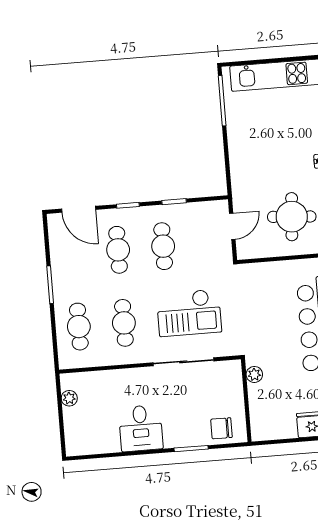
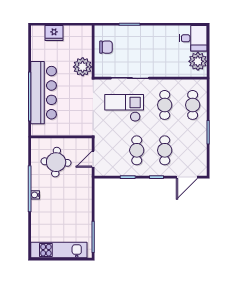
door: (79, 209) -> (187, 177), swing flipped
plant: (254, 374) -> (83, 67), width x1.87, depth x1.87
plant: (69, 398) -> (198, 61), width x1.88, depth x1.88
desk: (141, 428) -> (193, 38), moved, turned 90
chair: (221, 428) -> (106, 47), moved

